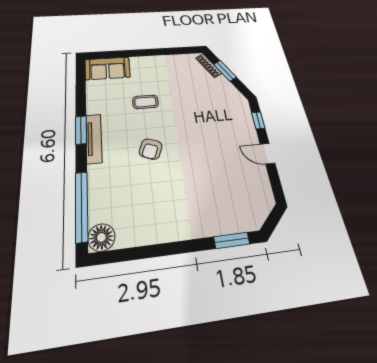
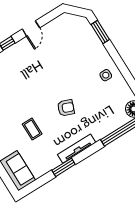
window: (81, 130) -> (64, 167), moved
side table: (168, 219) -> (106, 75), added

